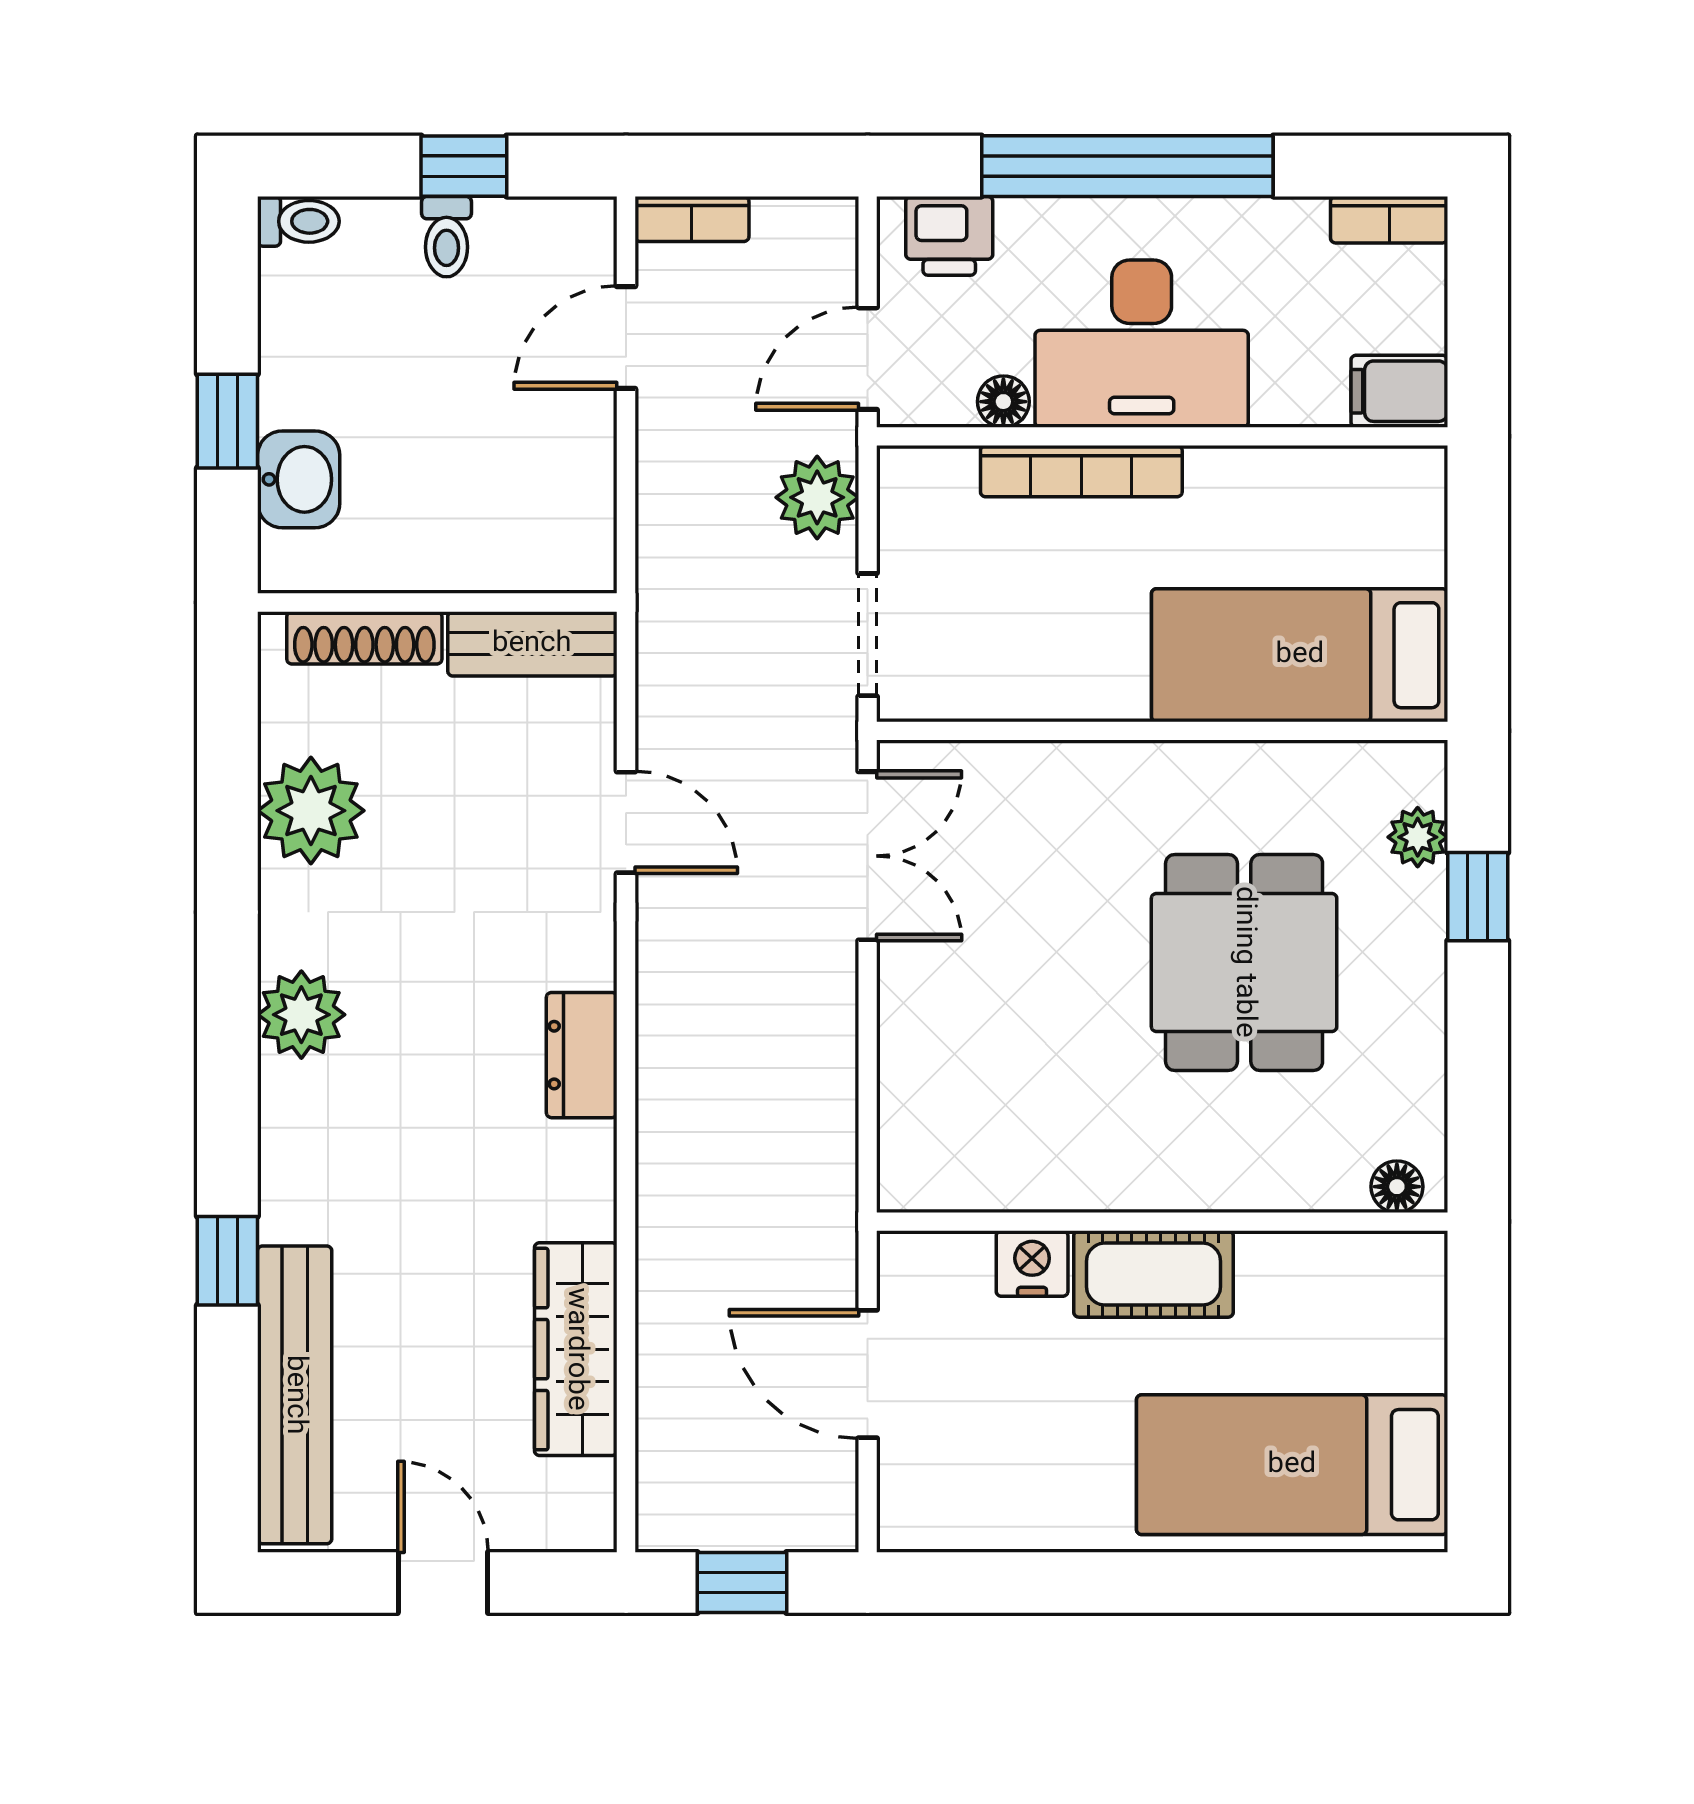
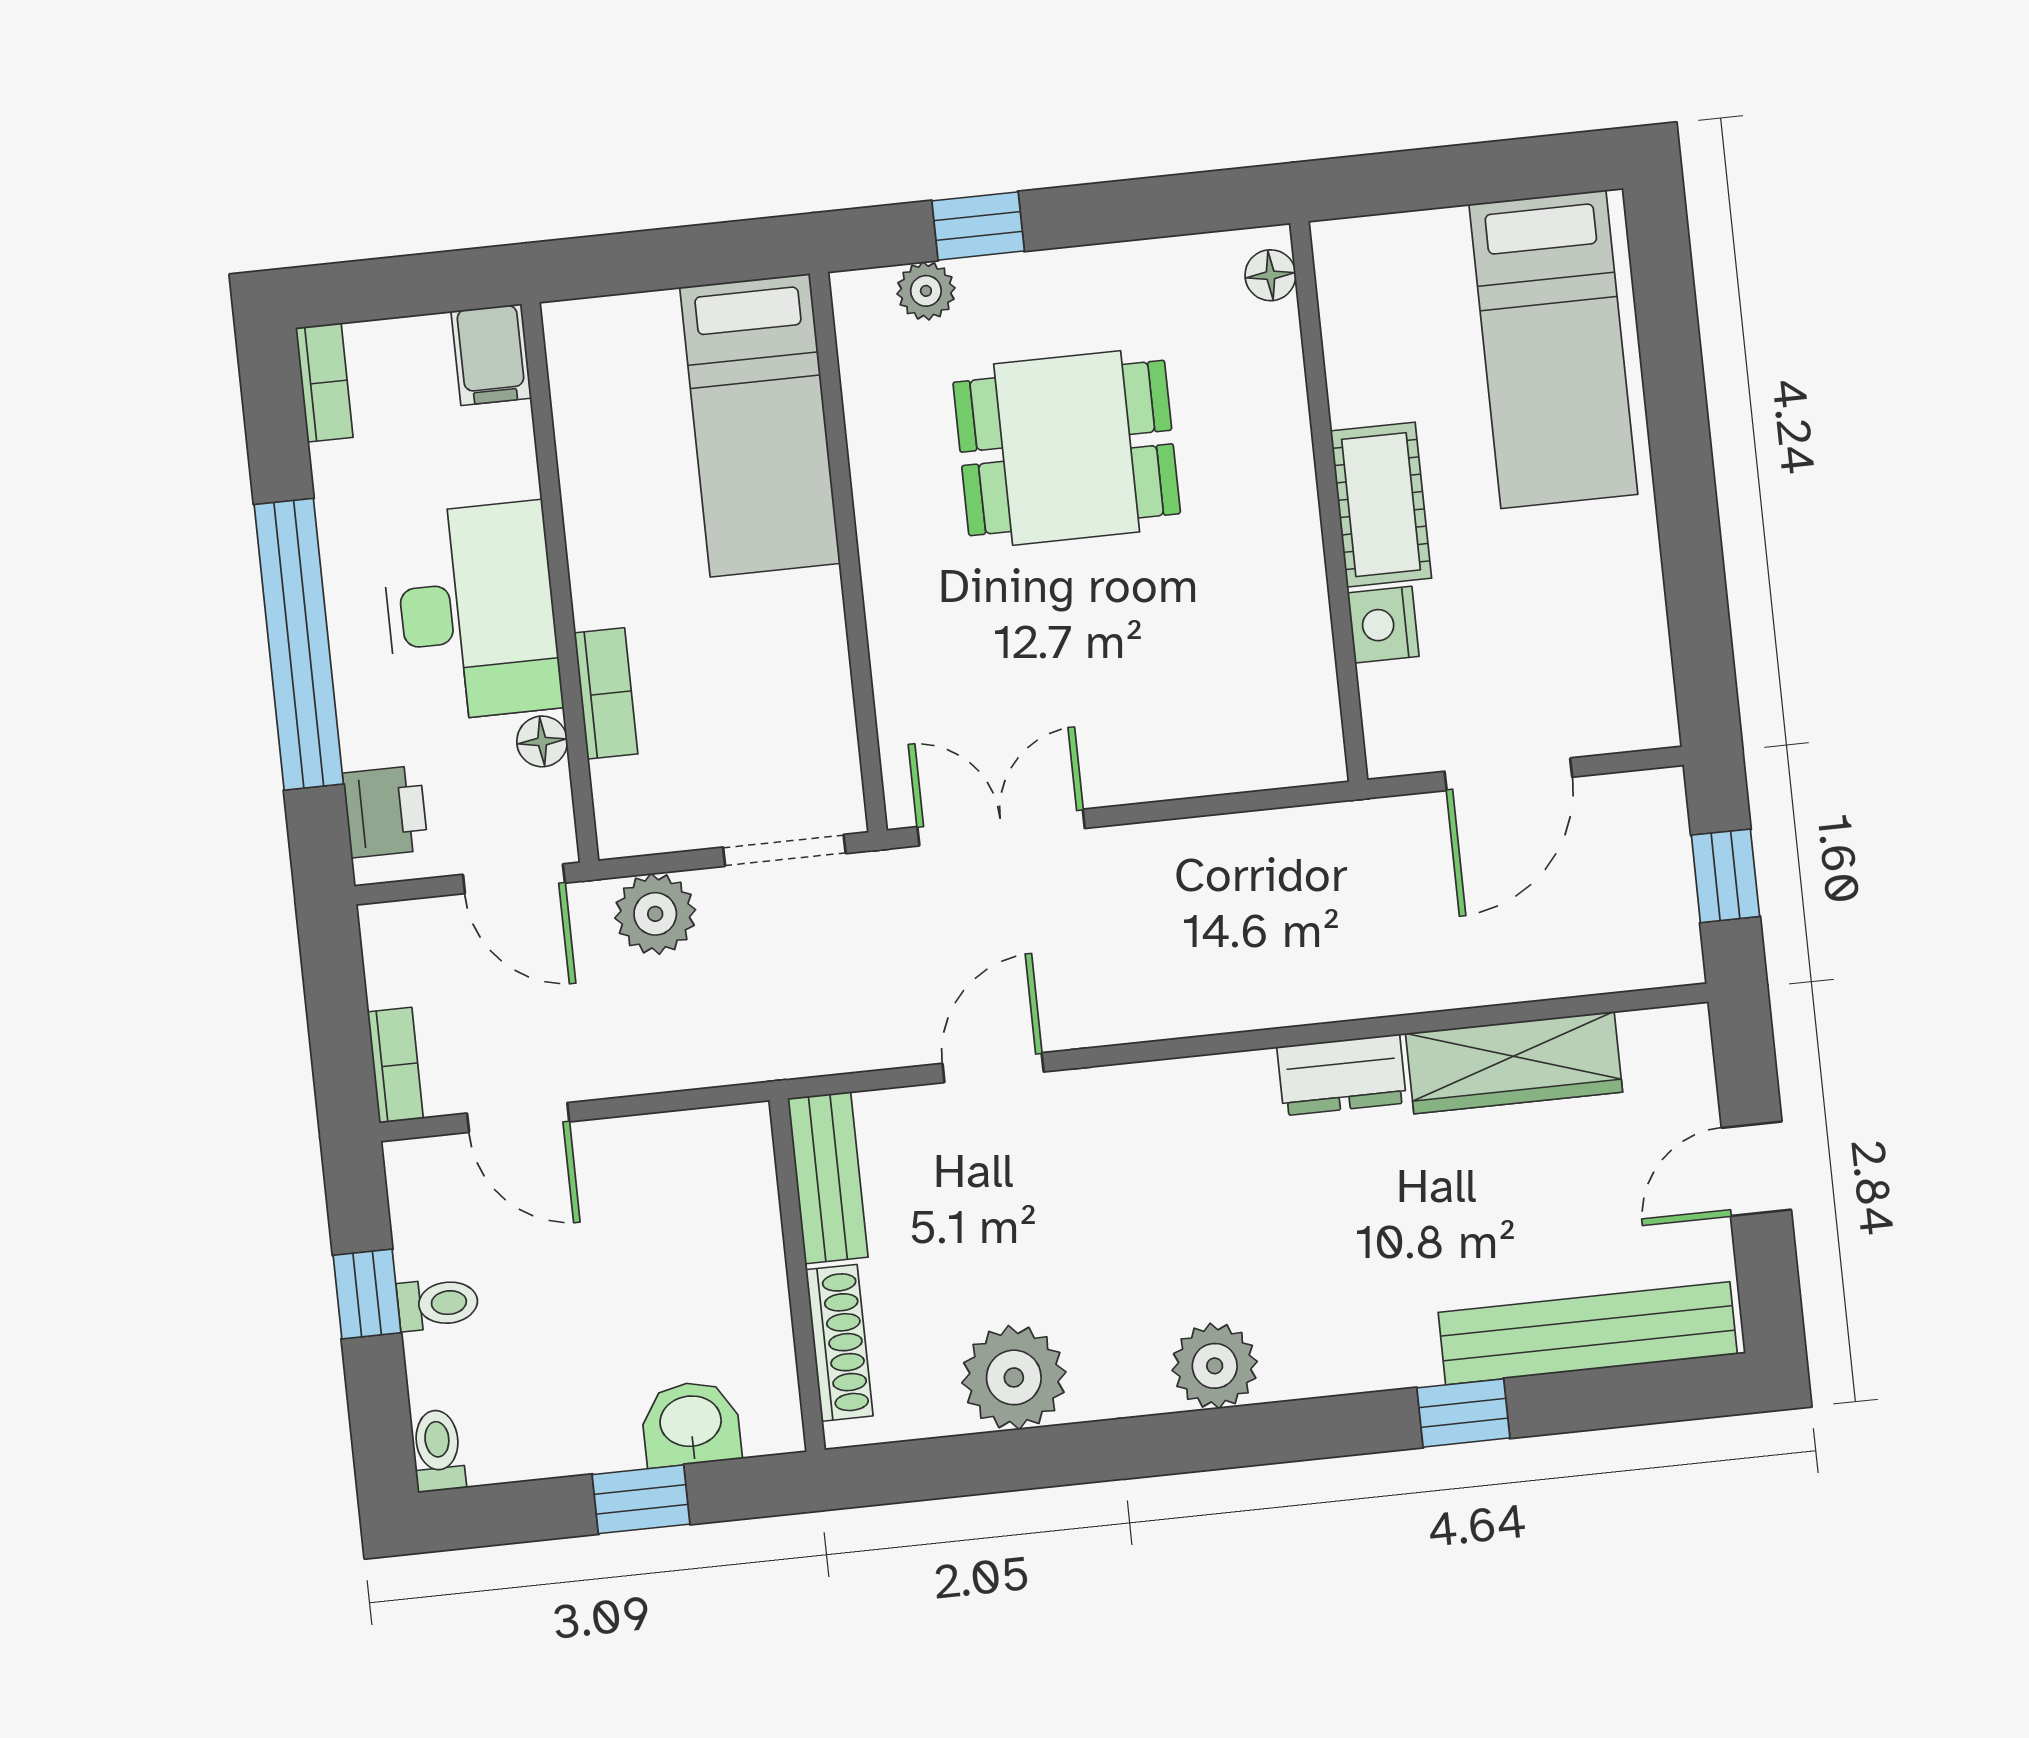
bookcase: (1081, 471) -> (606, 693), width x0.64
dresser: (582, 1055) -> (1342, 1075), moved

